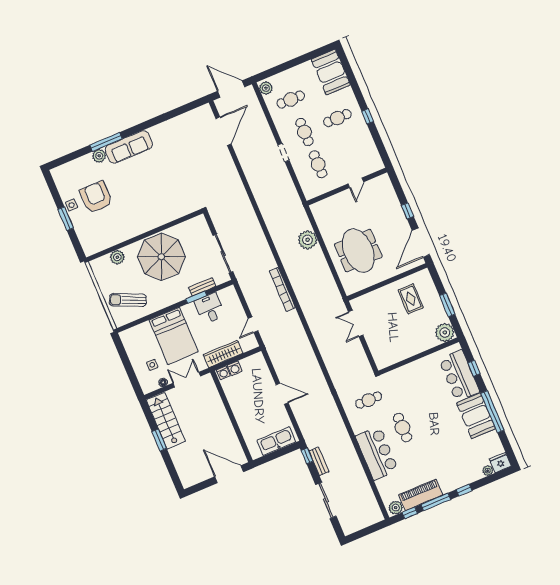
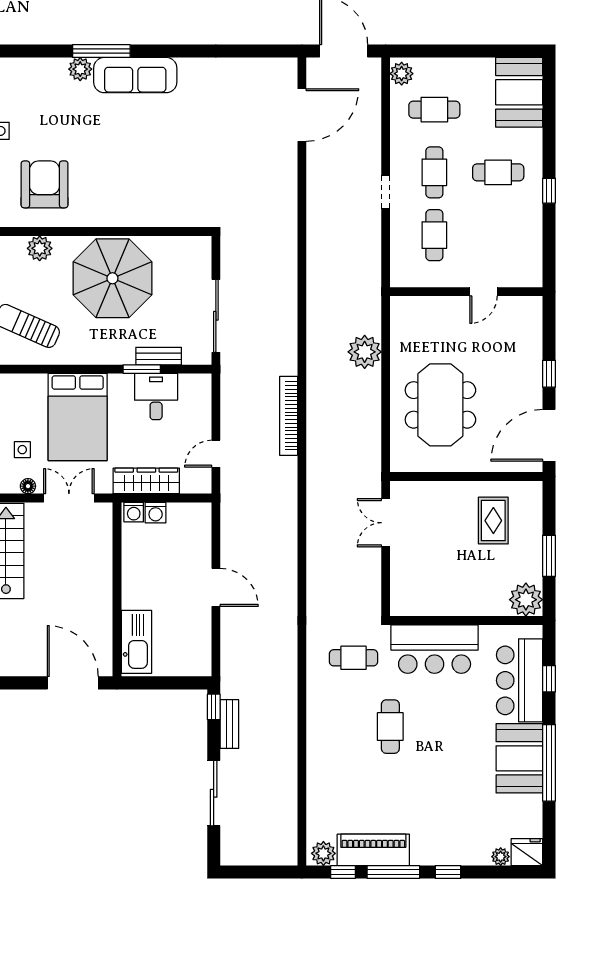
armchair: (96, 197) -> (45, 184), moved
kitchen sink: (276, 441) -> (136, 642), moved, turned 90
bar counter: (377, 453) -> (435, 649), moved, turned 90

